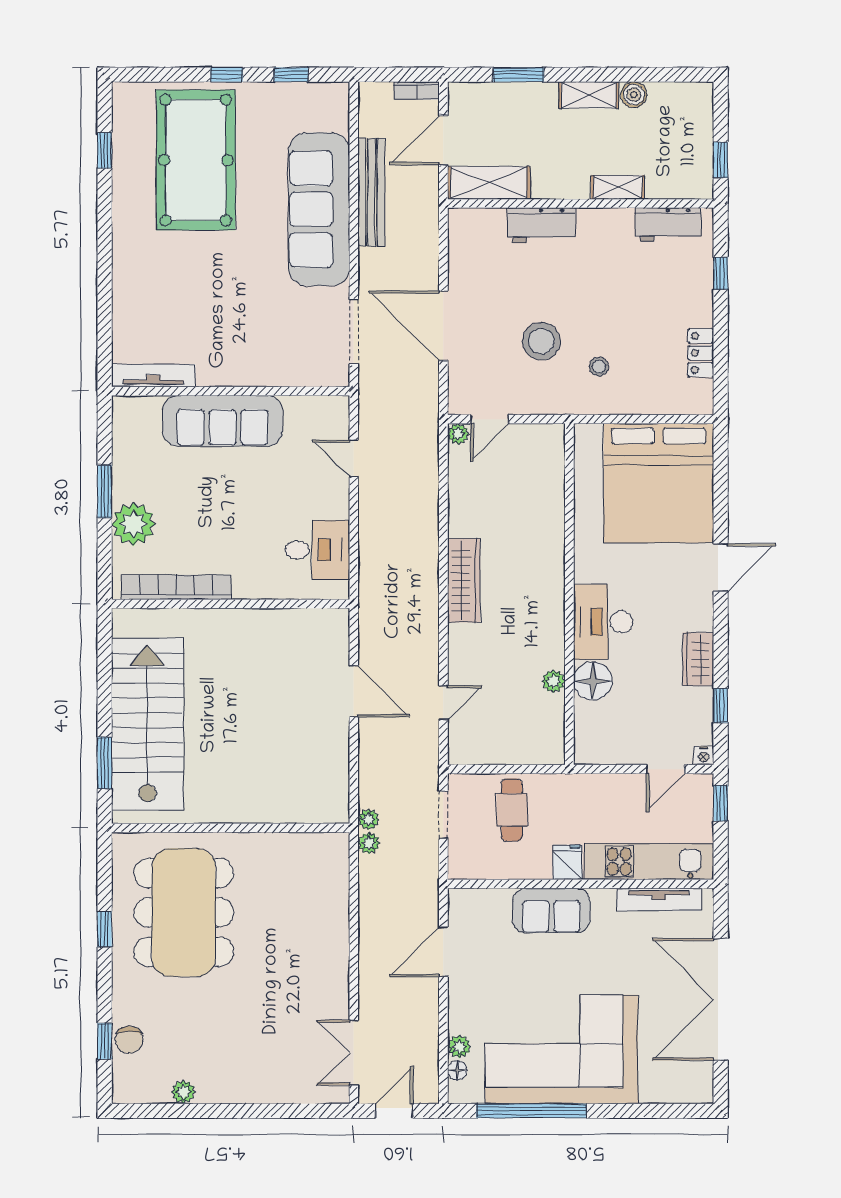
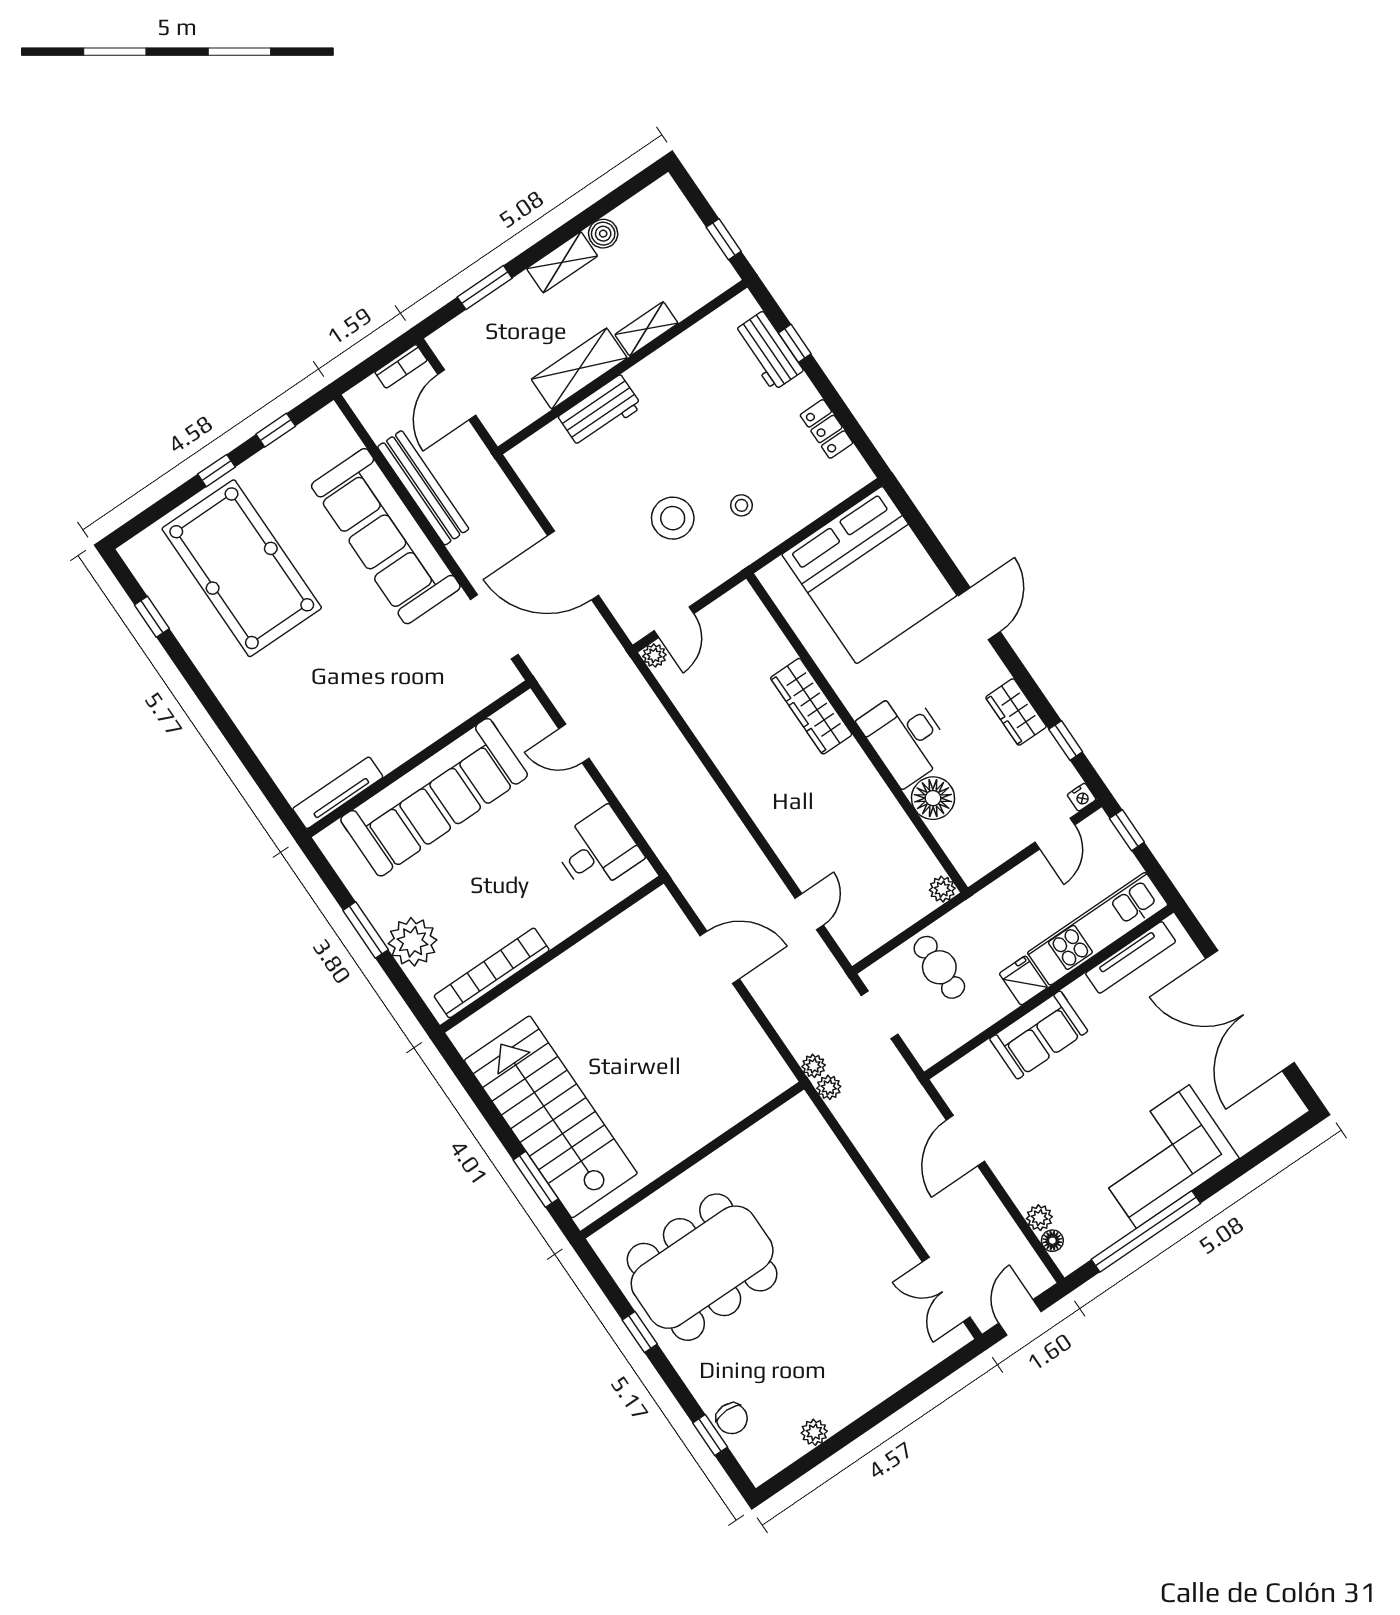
shelving: (489, 183) -> (579, 369), moved
workbench: (668, 225) -> (768, 351), moved, turned 90
sofa: (223, 421) -> (434, 797), width x1.36, depth x1.27
wardrobe: (464, 580) -> (811, 706), moved, turned 180
plant: (553, 681) -> (942, 889), moved
dining table: (184, 912) -> (702, 1267), turned 90
corner sofa: (562, 1049) -> (1163, 1157), width x0.73, depth x0.74

